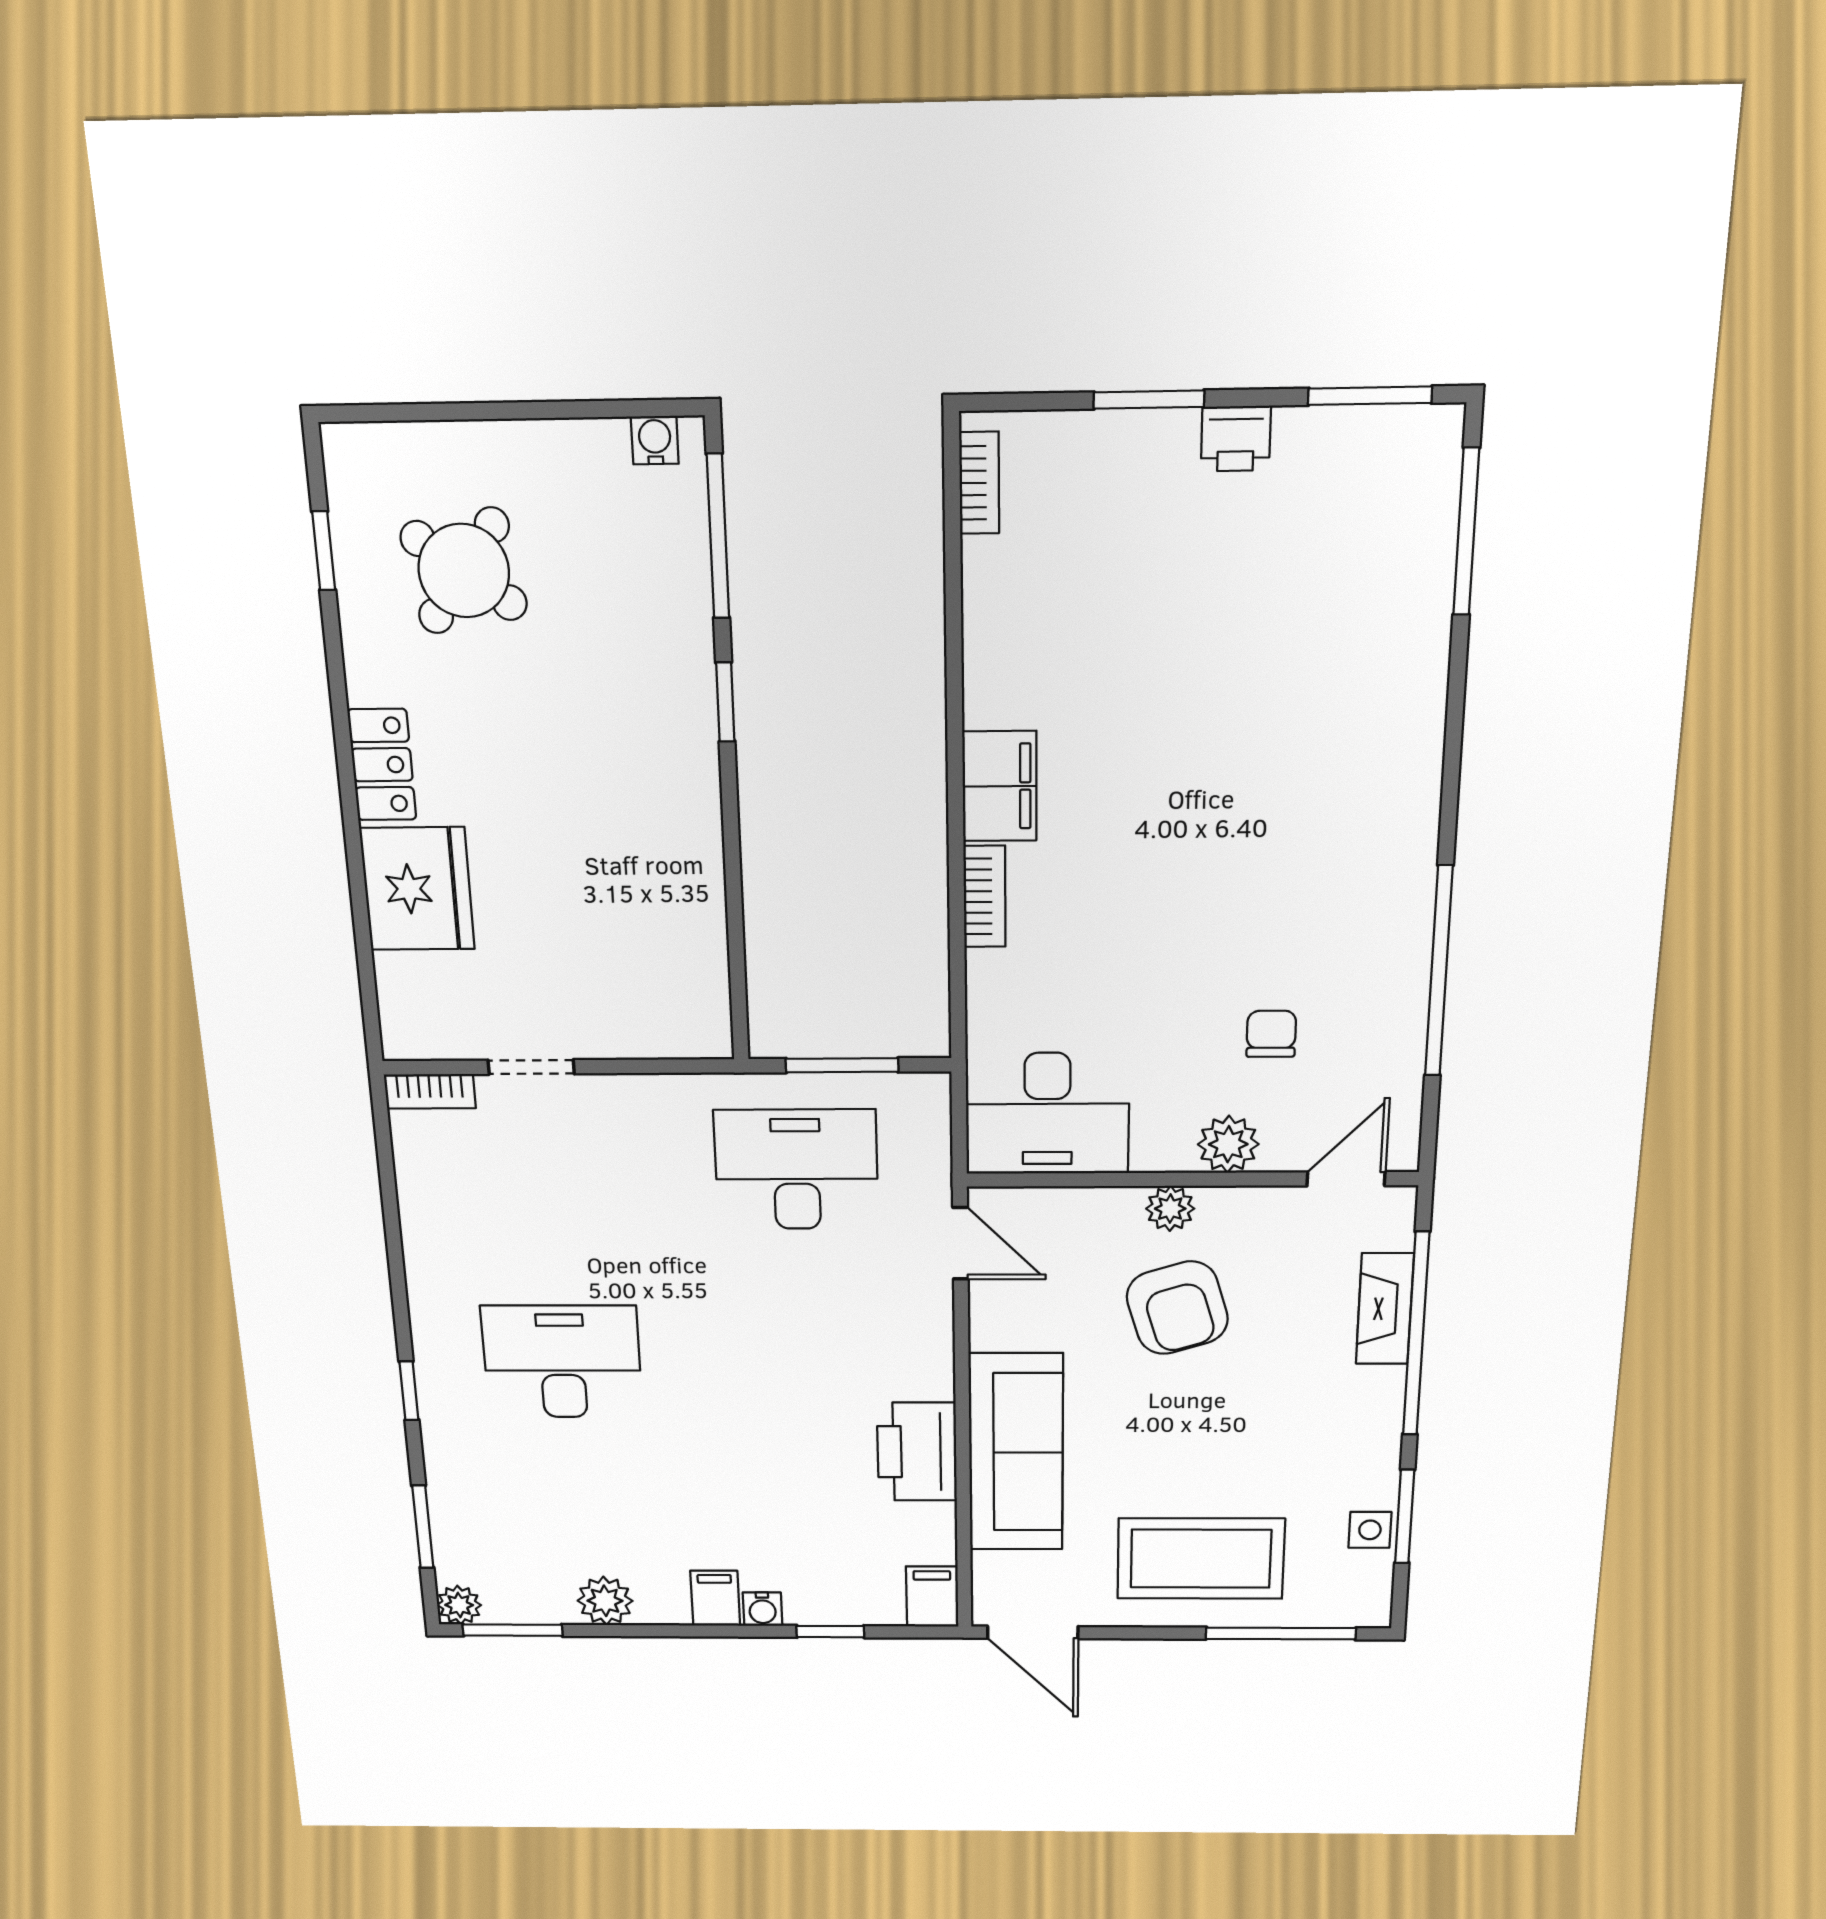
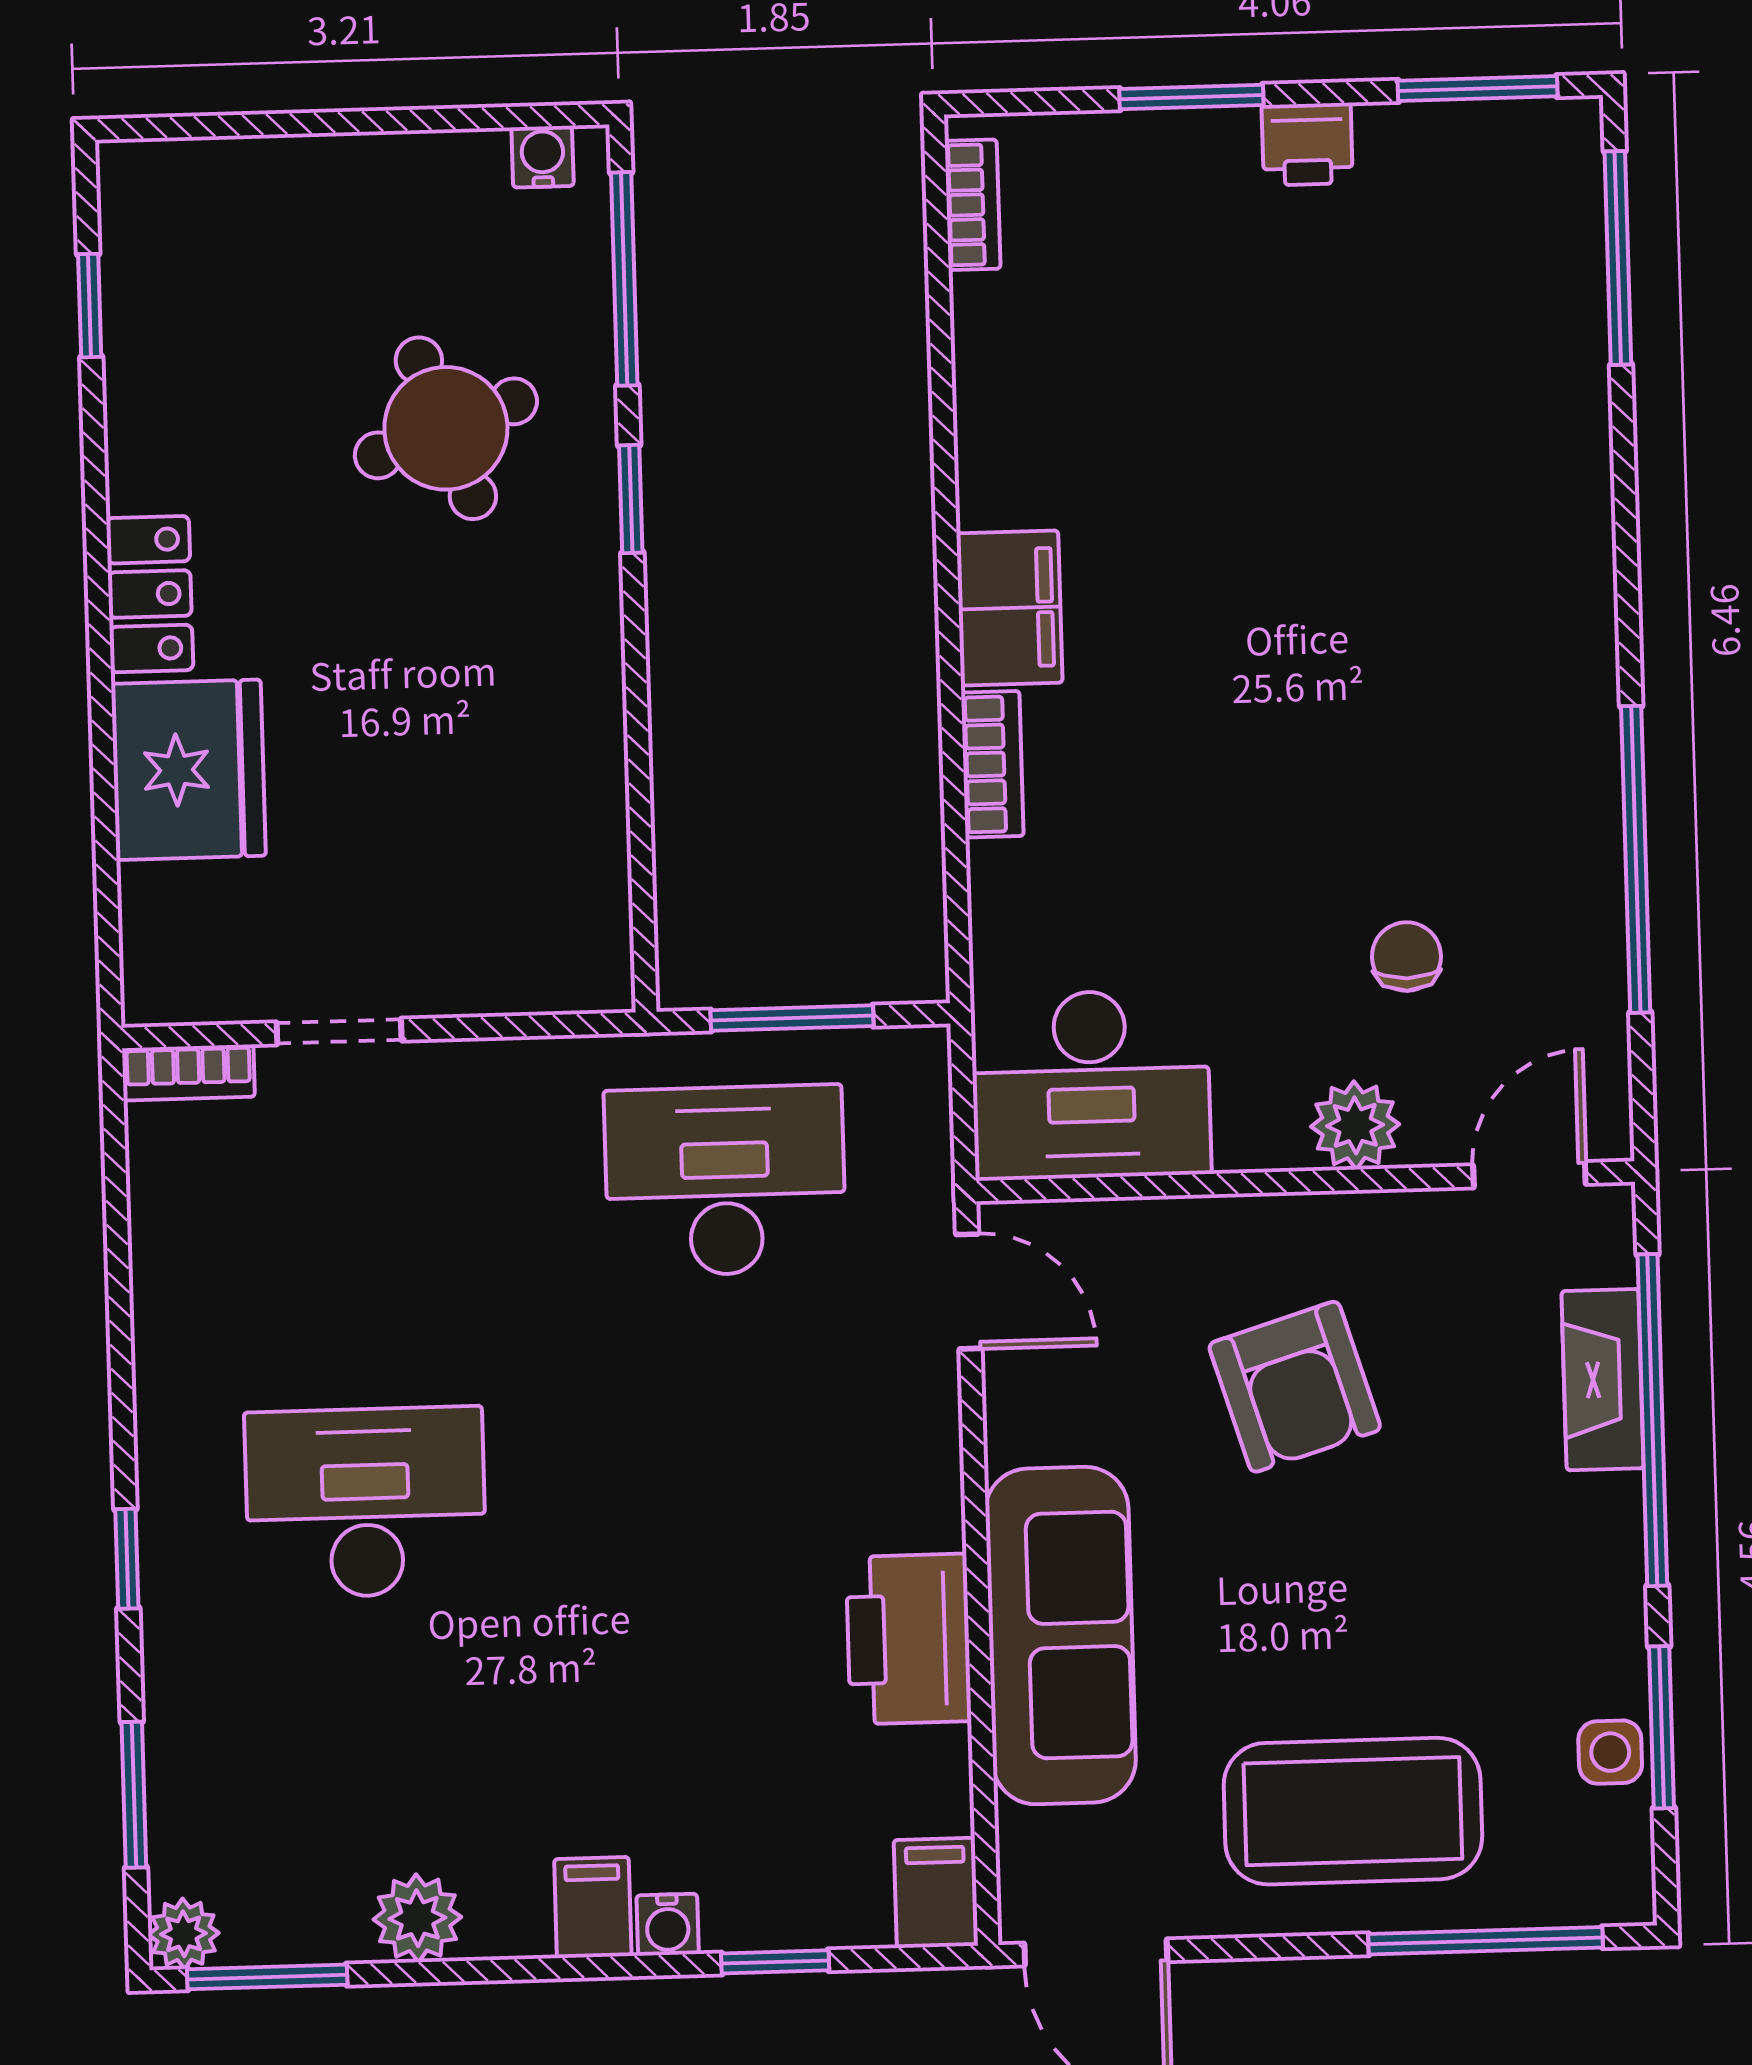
round table: (464, 571) -> (446, 428), moved, turned 34
plant: (1170, 1209) -> (1276, 1228), removed

